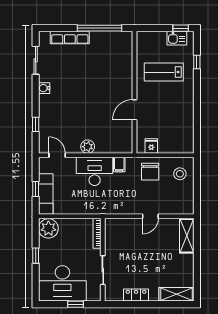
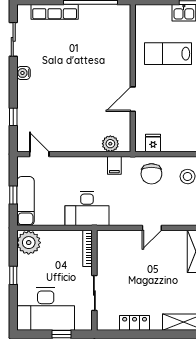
plant: (88, 147) -> (110, 144), moved
desk: (95, 171) -> (87, 208), moved, turned 180

